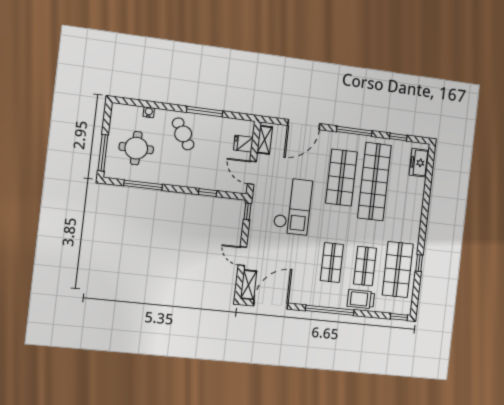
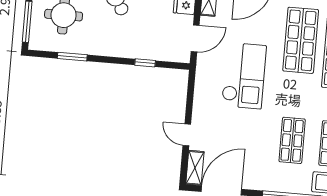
door: (252, 173) -> (195, 38), swing flipped
window: (143, 185) -> (72, 57), width x0.69
window: (247, 211) -> (191, 83), removed

